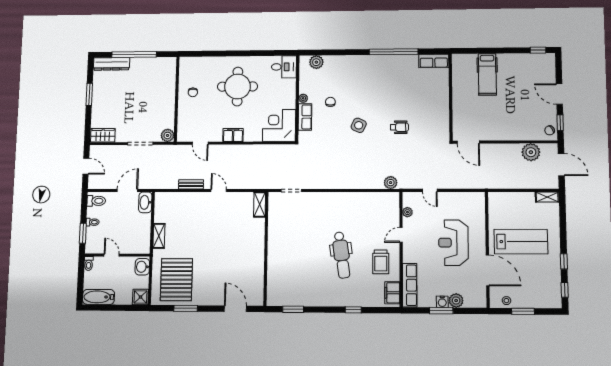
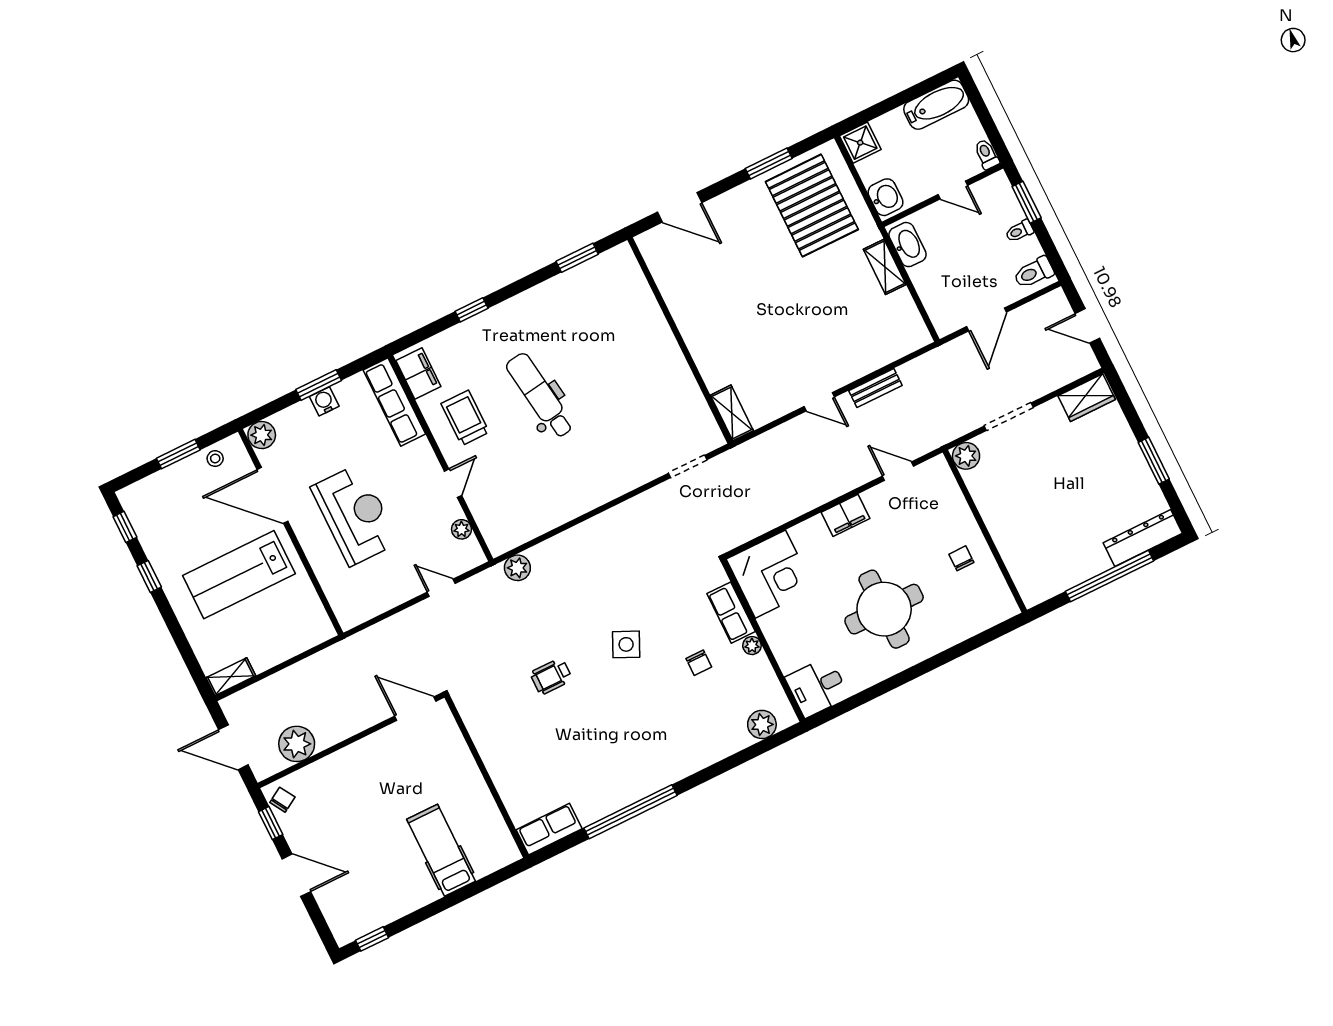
washbasin: (145, 202) -> (908, 245), moved
plant: (456, 300) -> (262, 435), moved

